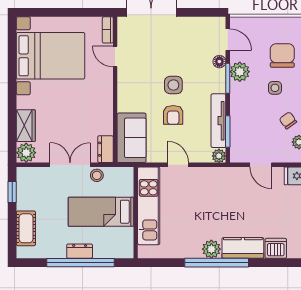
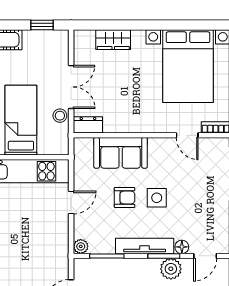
door: (115, 57) -> (187, 135), swing flipped
armchair: (173, 115) -> (125, 197), turned 180
tv unit: (218, 121) -> (145, 246), moved
sofa: (132, 138) -> (121, 153), moved
plant: (26, 153) -> (84, 40), removed

